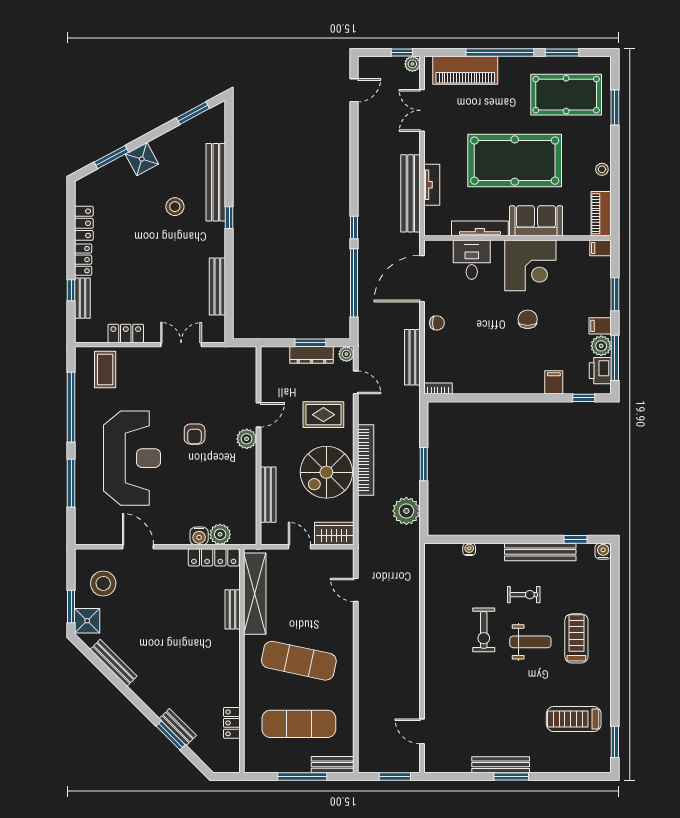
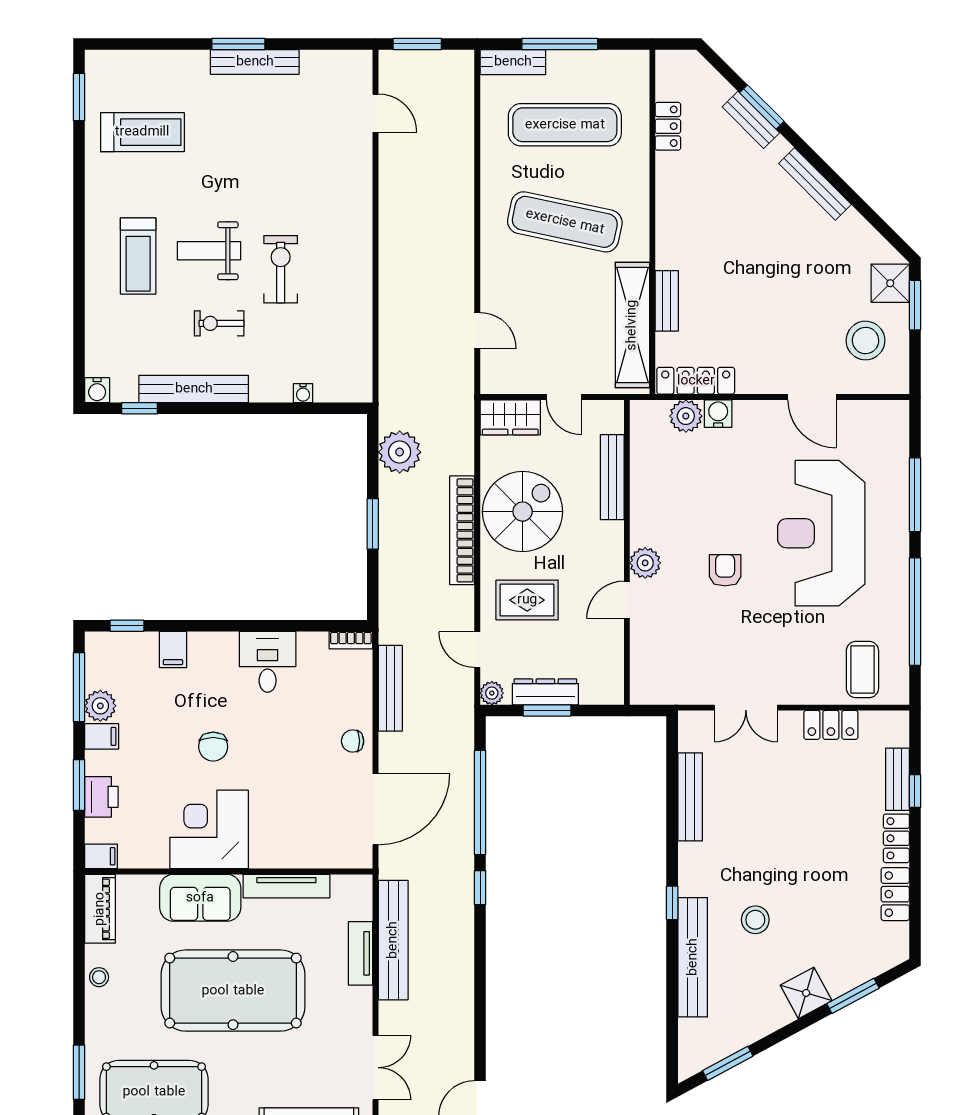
desk: (472, 260) -> (268, 662), moved, turned 180
printer: (600, 371) -> (101, 797), moved
bench: (114, 663) -> (815, 184), moved

